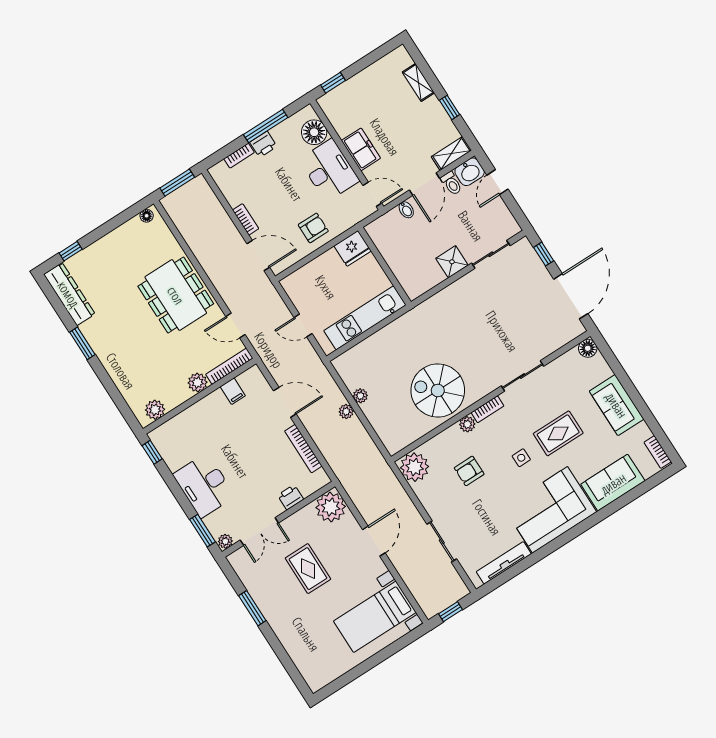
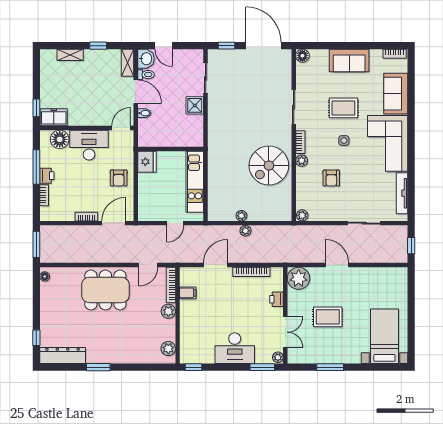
freezer: (361, 149) -> (54, 117), moved
armchair: (313, 228) -> (119, 178), turned 180
rug: (558, 433) -> (343, 108), turned 90
plant: (415, 467) -> (302, 215), width x0.53, depth x0.53
bed with nightstands: (375, 617) -> (384, 336), moved, turned 180

